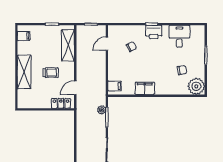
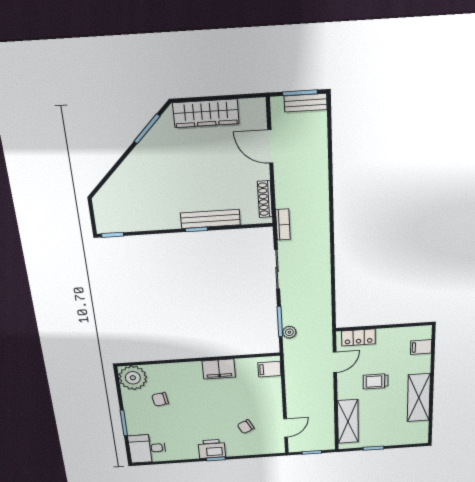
filing cabinet: (24, 36) -> (421, 347), moved
desk: (179, 36) -> (147, 448), moved, turned 90
shelving: (24, 72) -> (419, 398), moved

